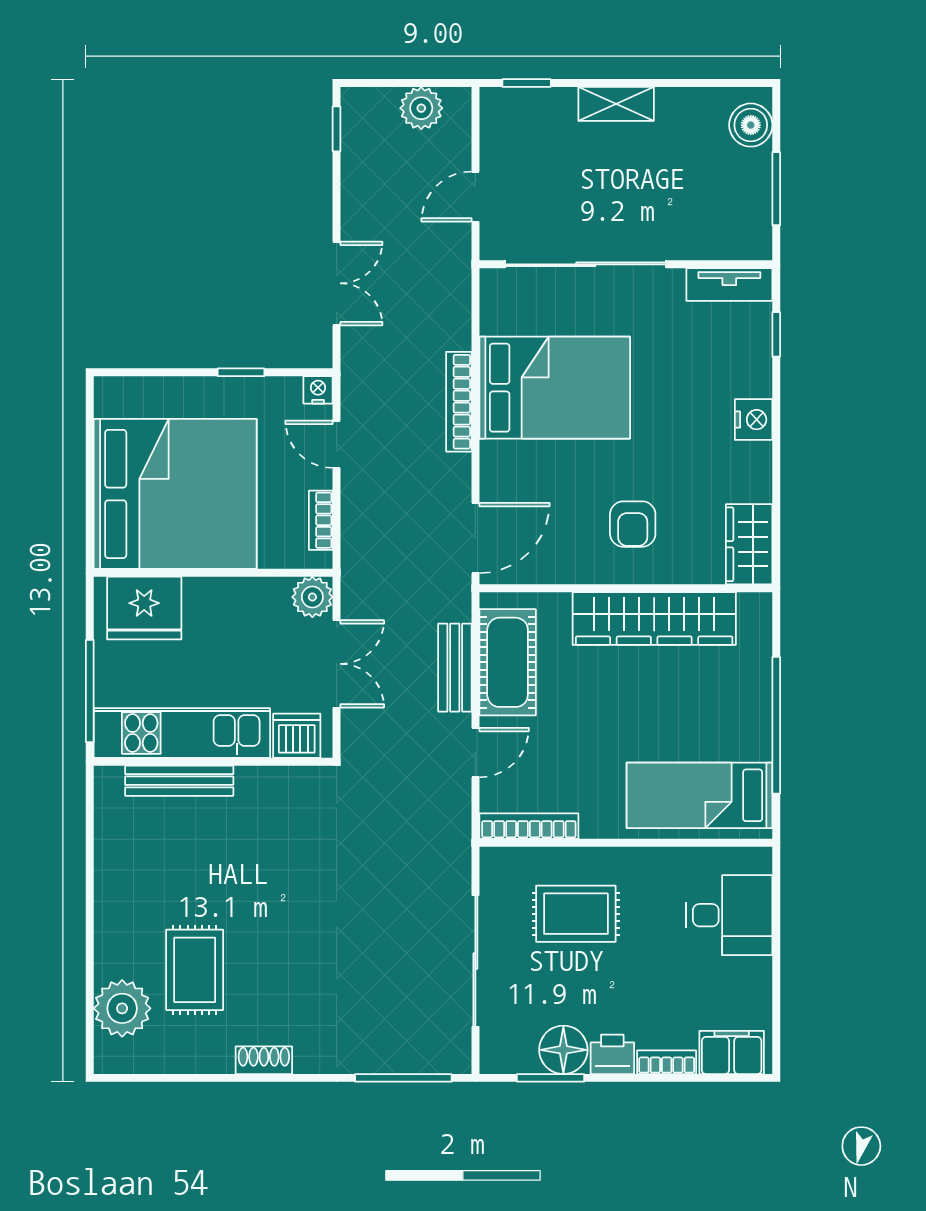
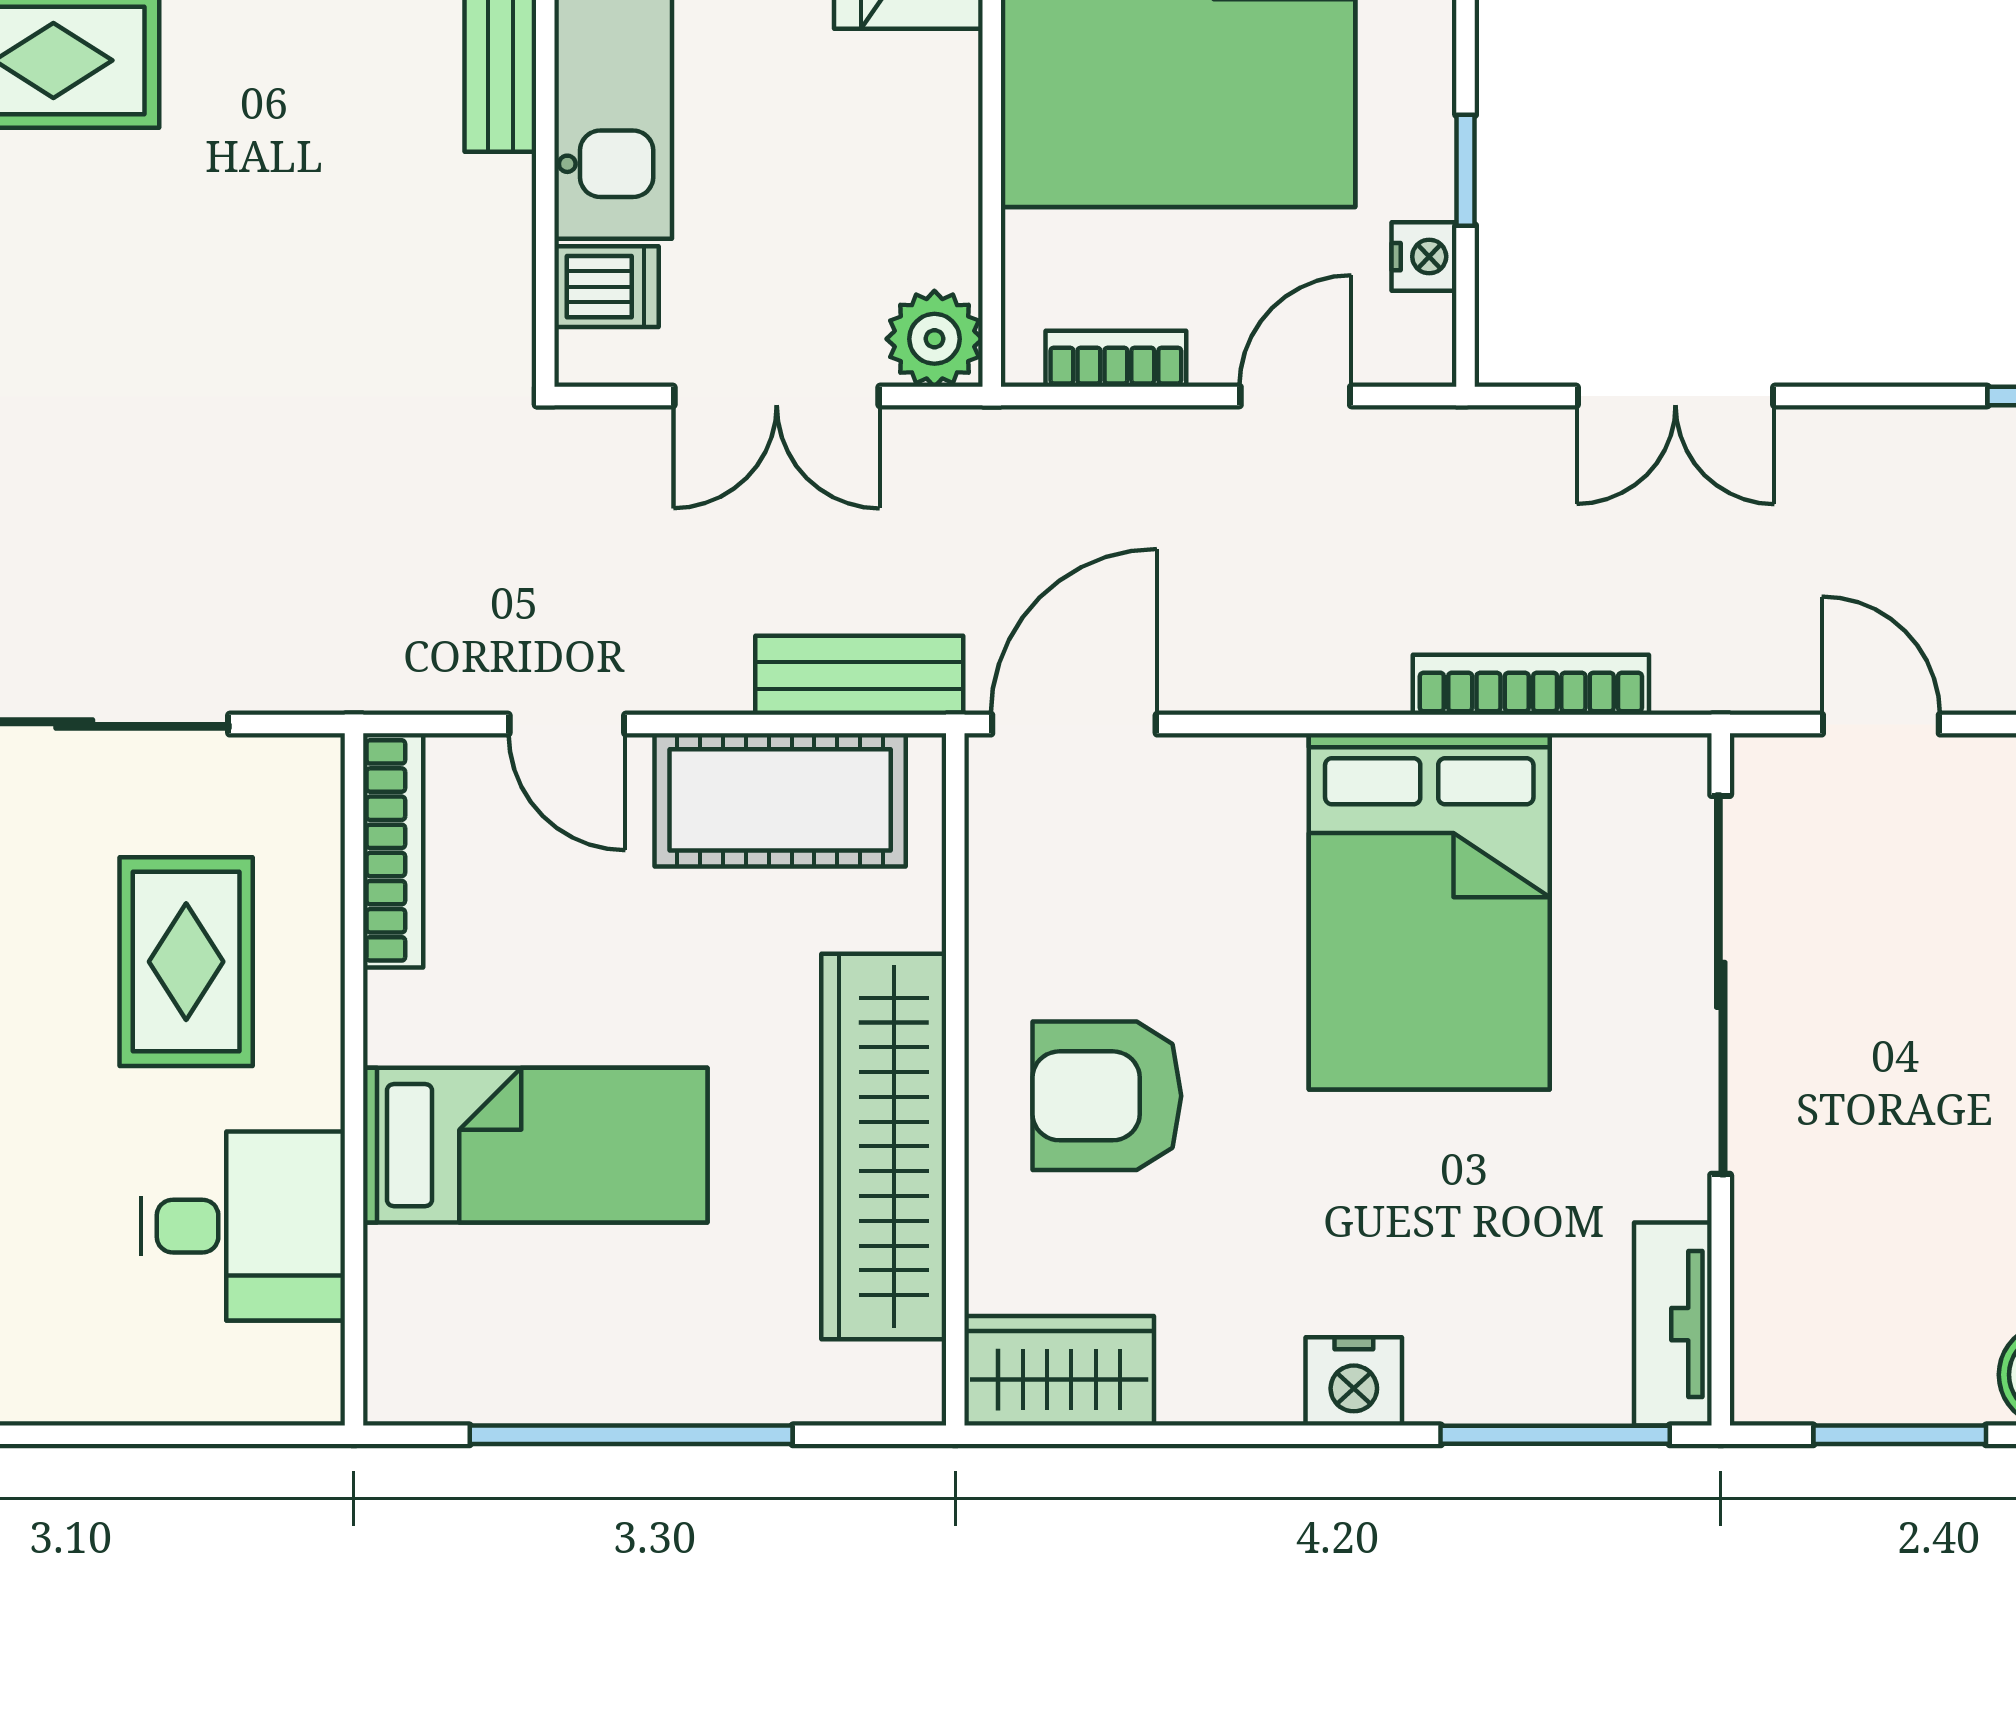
window: (776, 334) -> (1555, 1435), width x2.17
nightstand: (318, 390) -> (1424, 257), moved
bookcase: (459, 402) -> (1531, 685), moved
armchair: (633, 524) -> (1107, 1096), width x1.38, depth x1.38
door: (475, 538) -> (1074, 724), swing flipped
bench: (455, 668) -> (859, 675), moved
dishwasher: (297, 736) -> (607, 287), width x0.73
bed: (699, 795) -> (535, 1145), moved, turned 90
desk: (729, 915) -> (243, 1226), moved, turned -90

